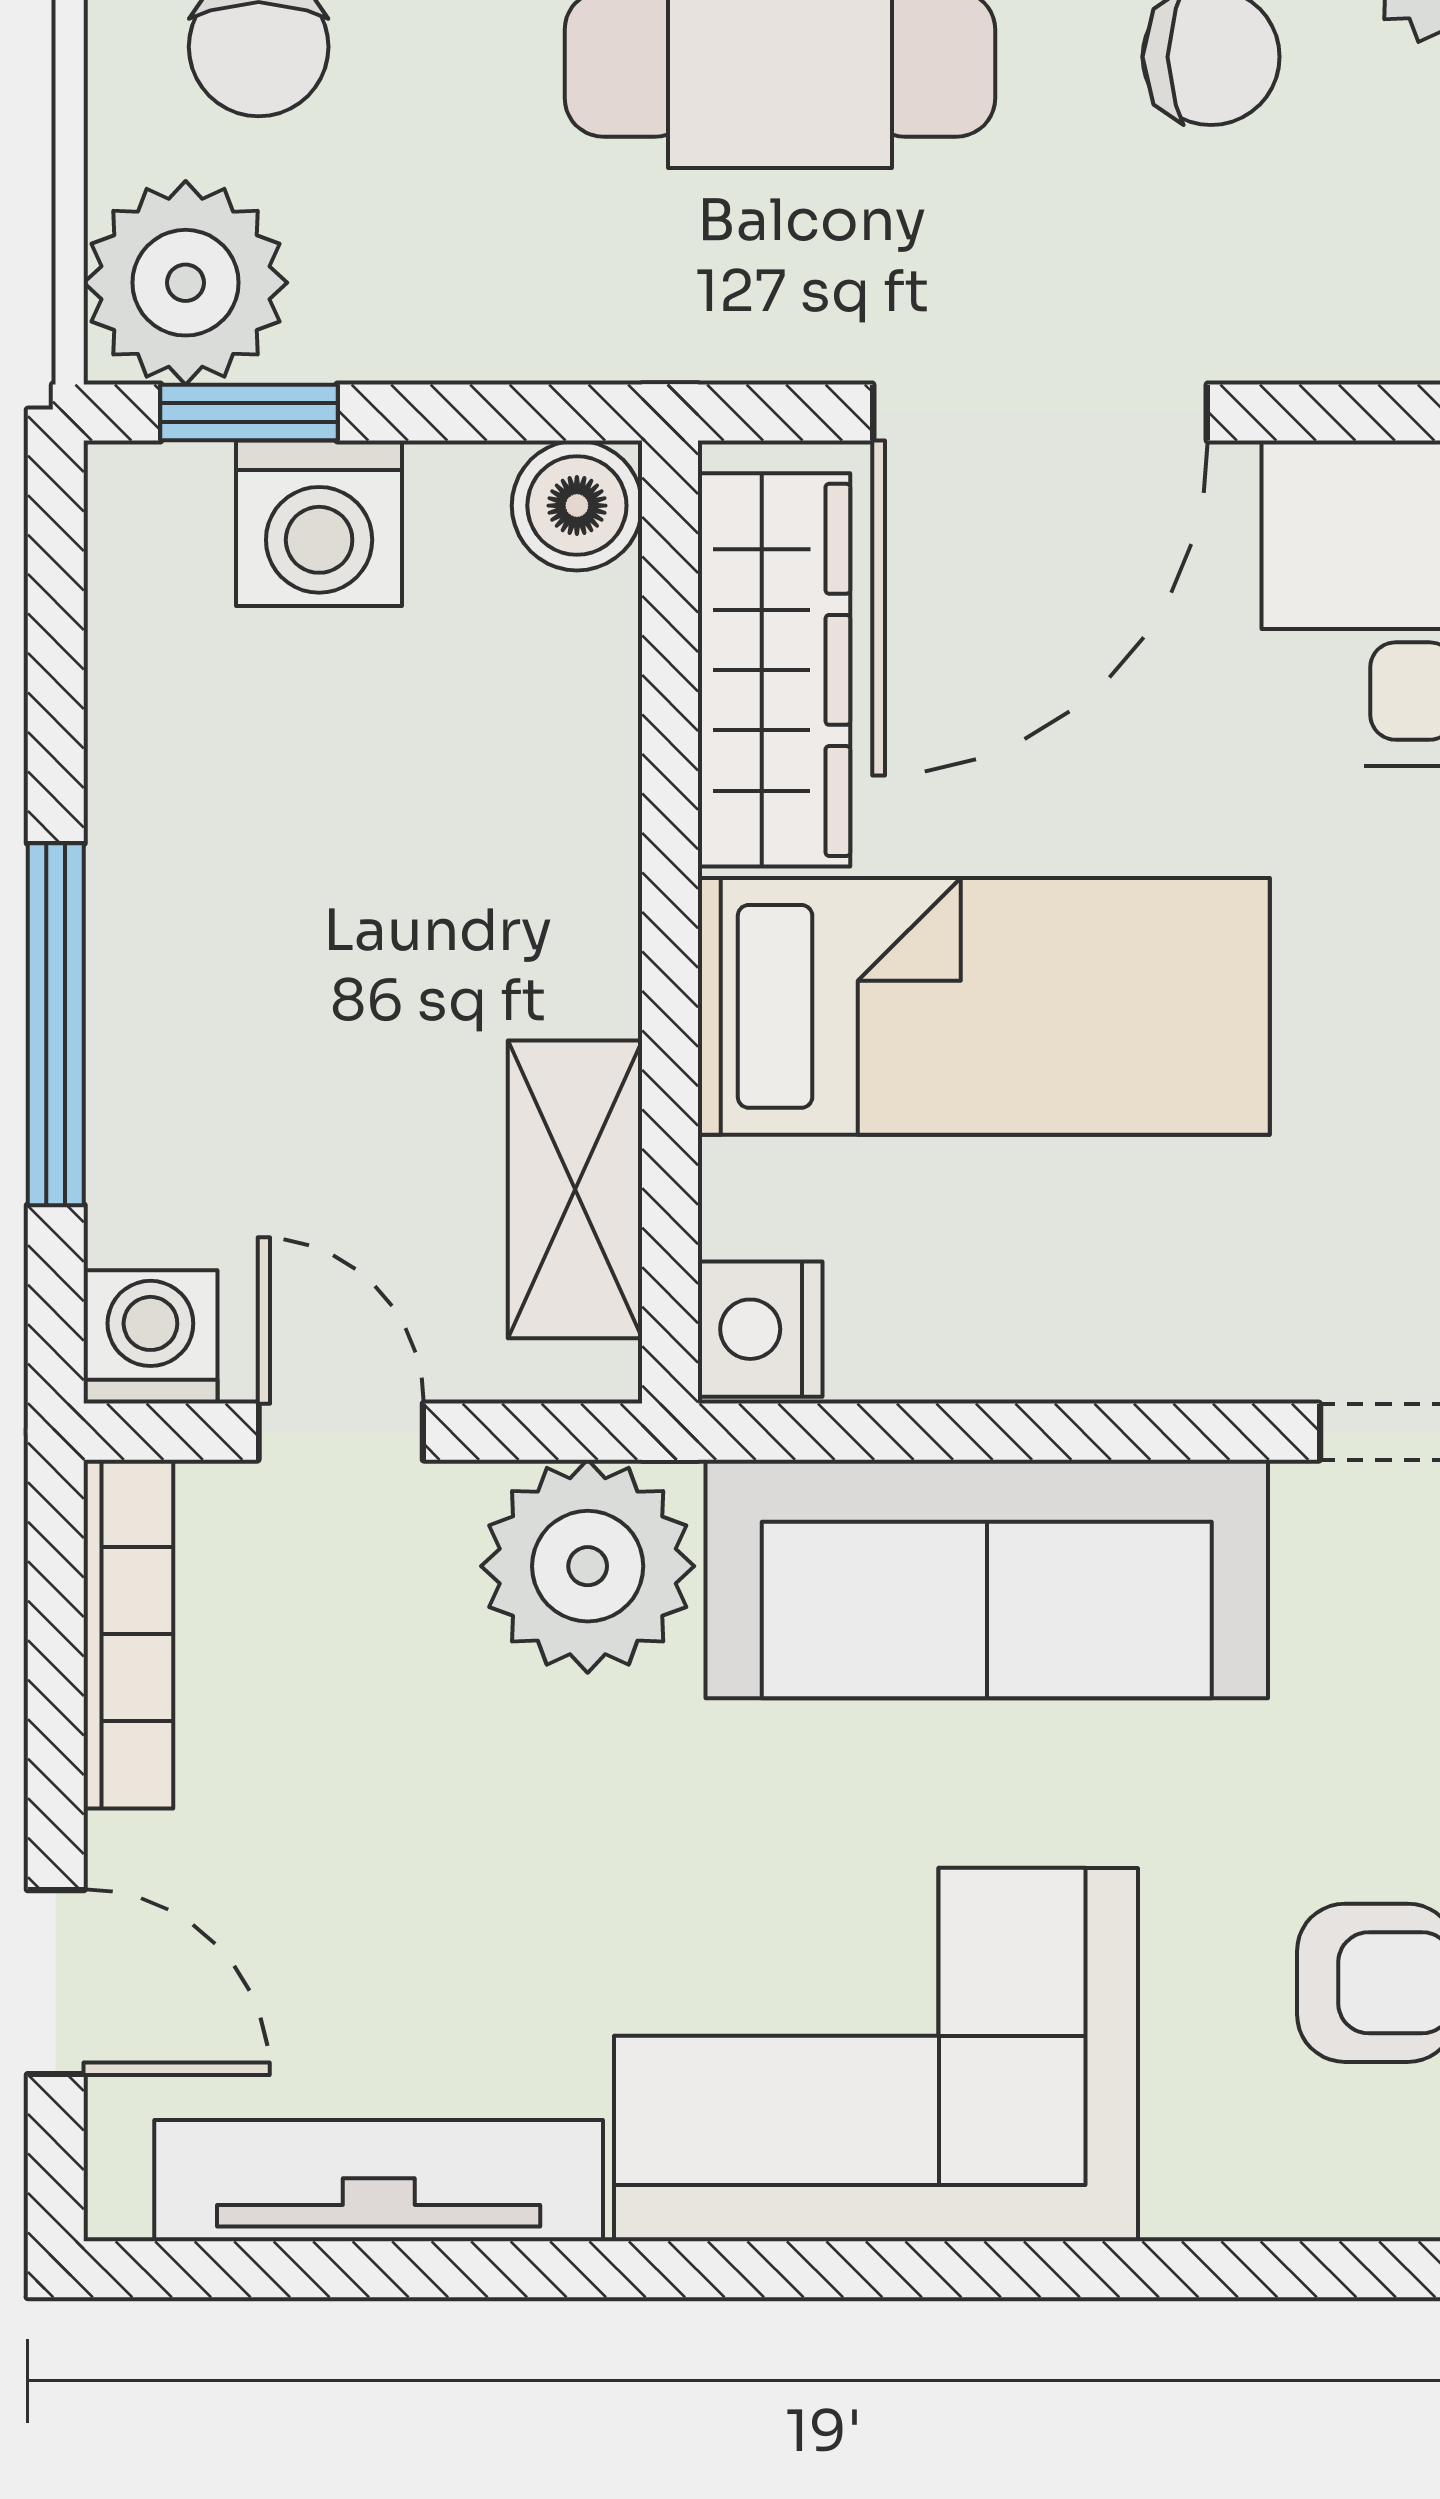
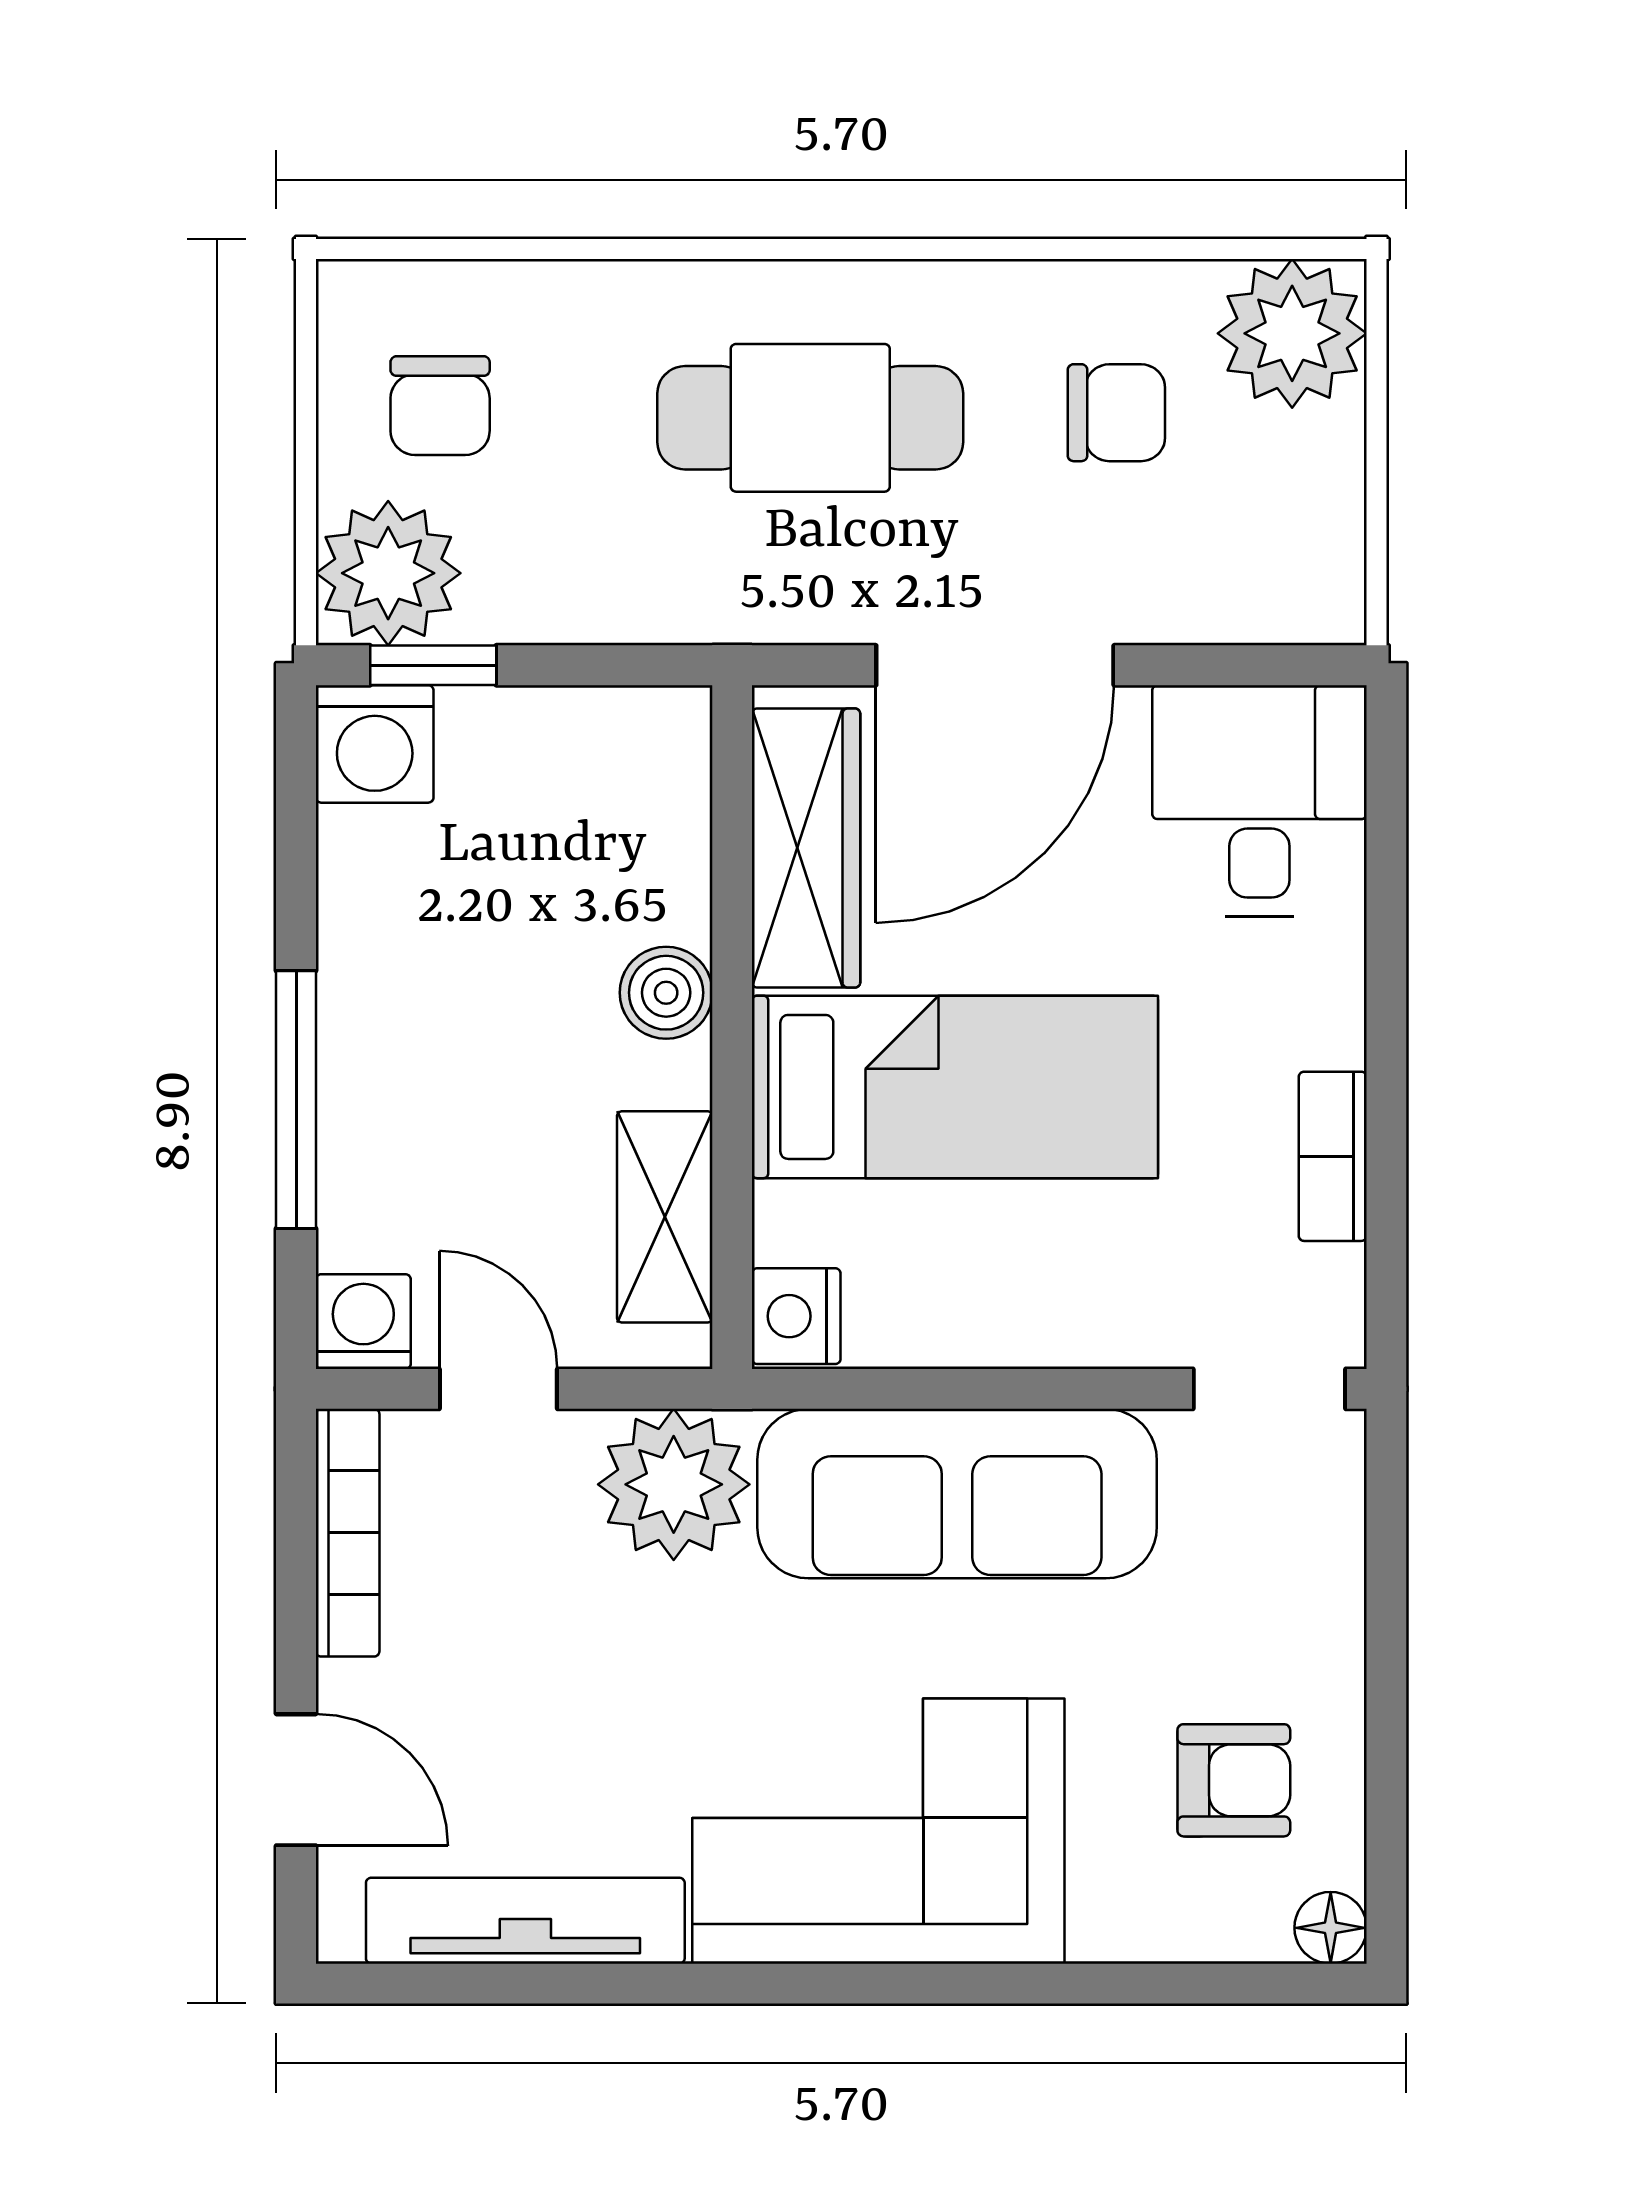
boiler: (577, 506) -> (666, 993), moved
washing machine: (319, 523) -> (375, 744), moved

